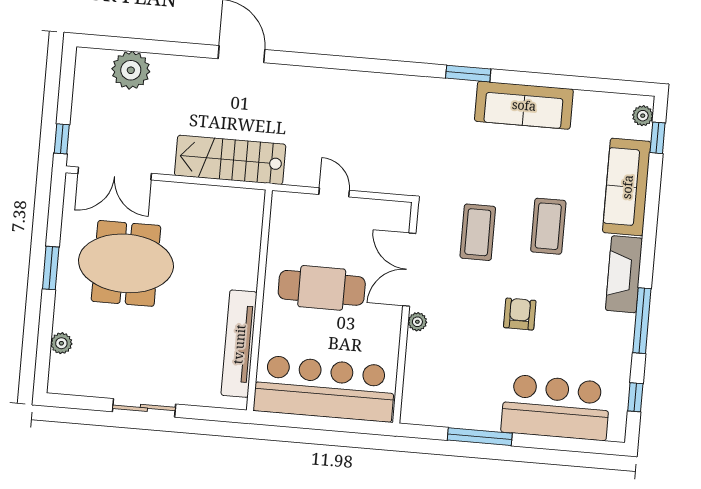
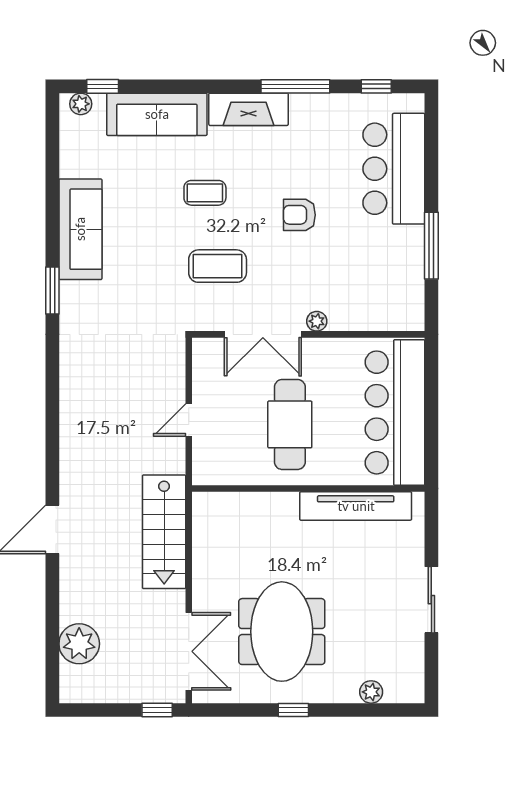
coffee table: (548, 226) -> (205, 193), width x0.73, depth x0.77
window: (51, 268) -> (293, 710), width x0.67

